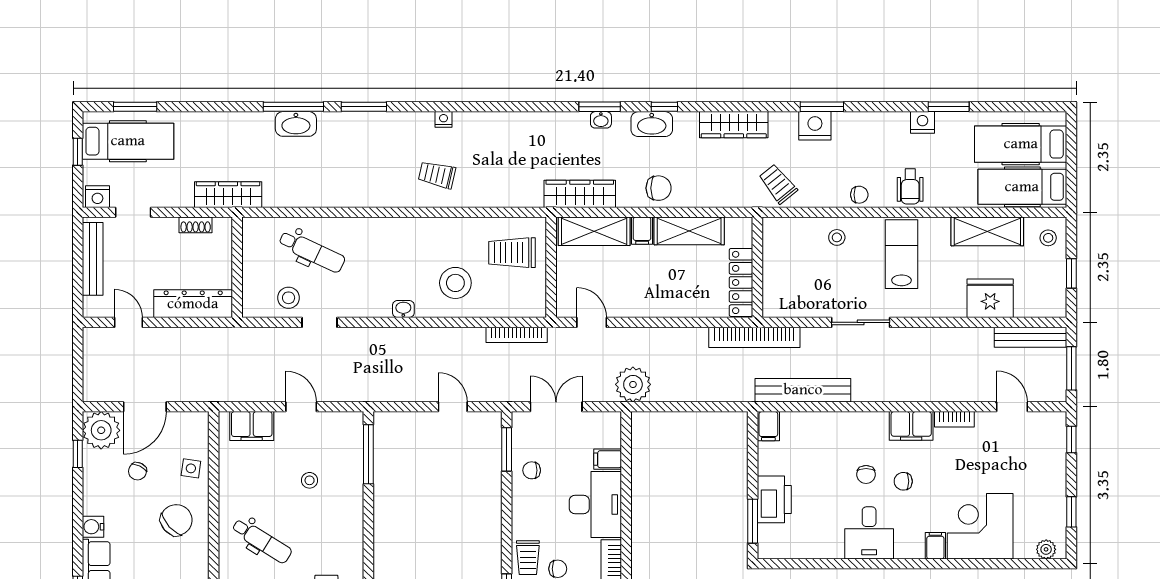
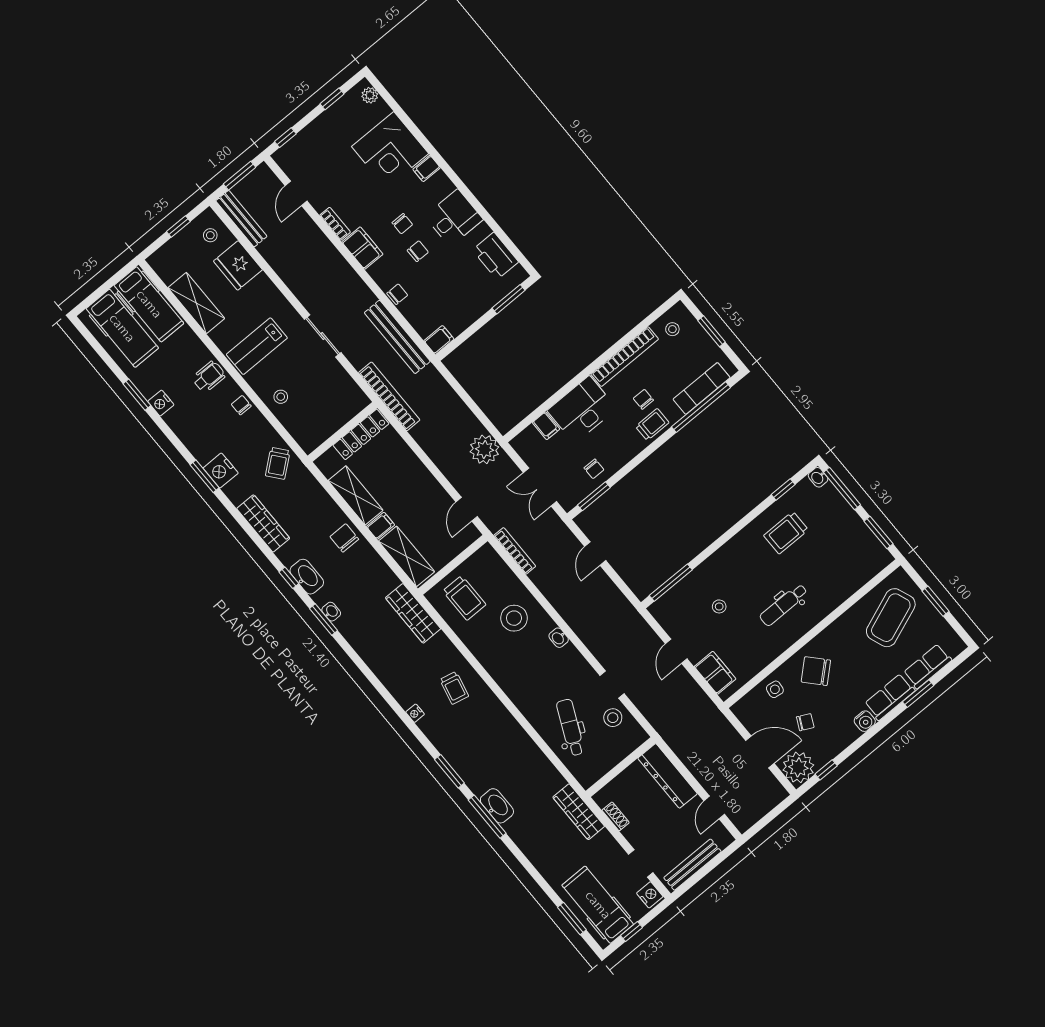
wardrobe: (580, 194) -> (413, 613), moved
stool: (1048, 238) -> (210, 235), moved
chair: (842, 423) -> (397, 294), added
printer: (774, 499) -> (495, 256), moved, turned -90
dental chair: (262, 541) -> (784, 605), turned -122

